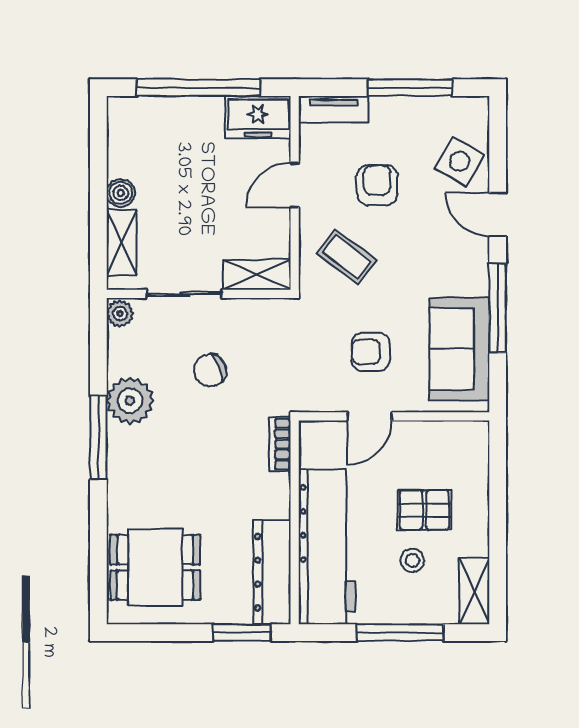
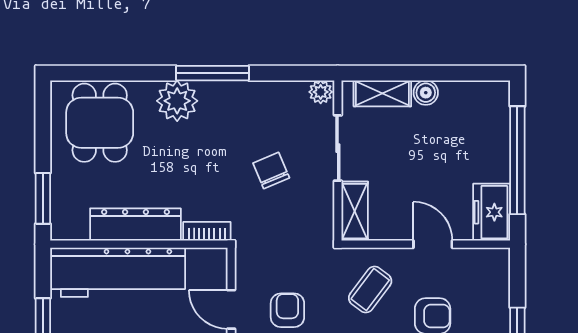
tv unit: (334, 109) -> (499, 278), removed
plant: (130, 401) -> (177, 101), moved
dresser: (272, 572) -> (135, 225), moved

